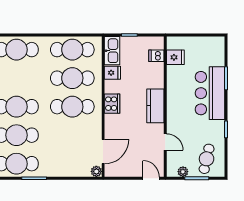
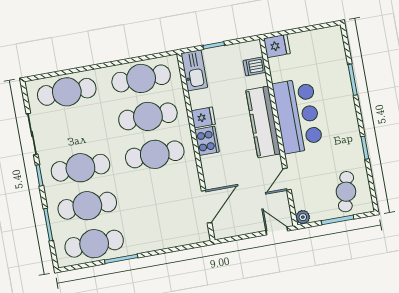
fridge: (175, 57) -> (277, 46), moved
fridge: (112, 73) -> (203, 117), moved
bar counter: (210, 93) -> (298, 116), moved, turned 180
kitchen counter: (155, 106) -> (263, 122), width x1.50
door: (165, 142) -> (287, 179), swing flipped
plant: (96, 171) -> (202, 235), removed
plant: (183, 172) -> (303, 217), moved

